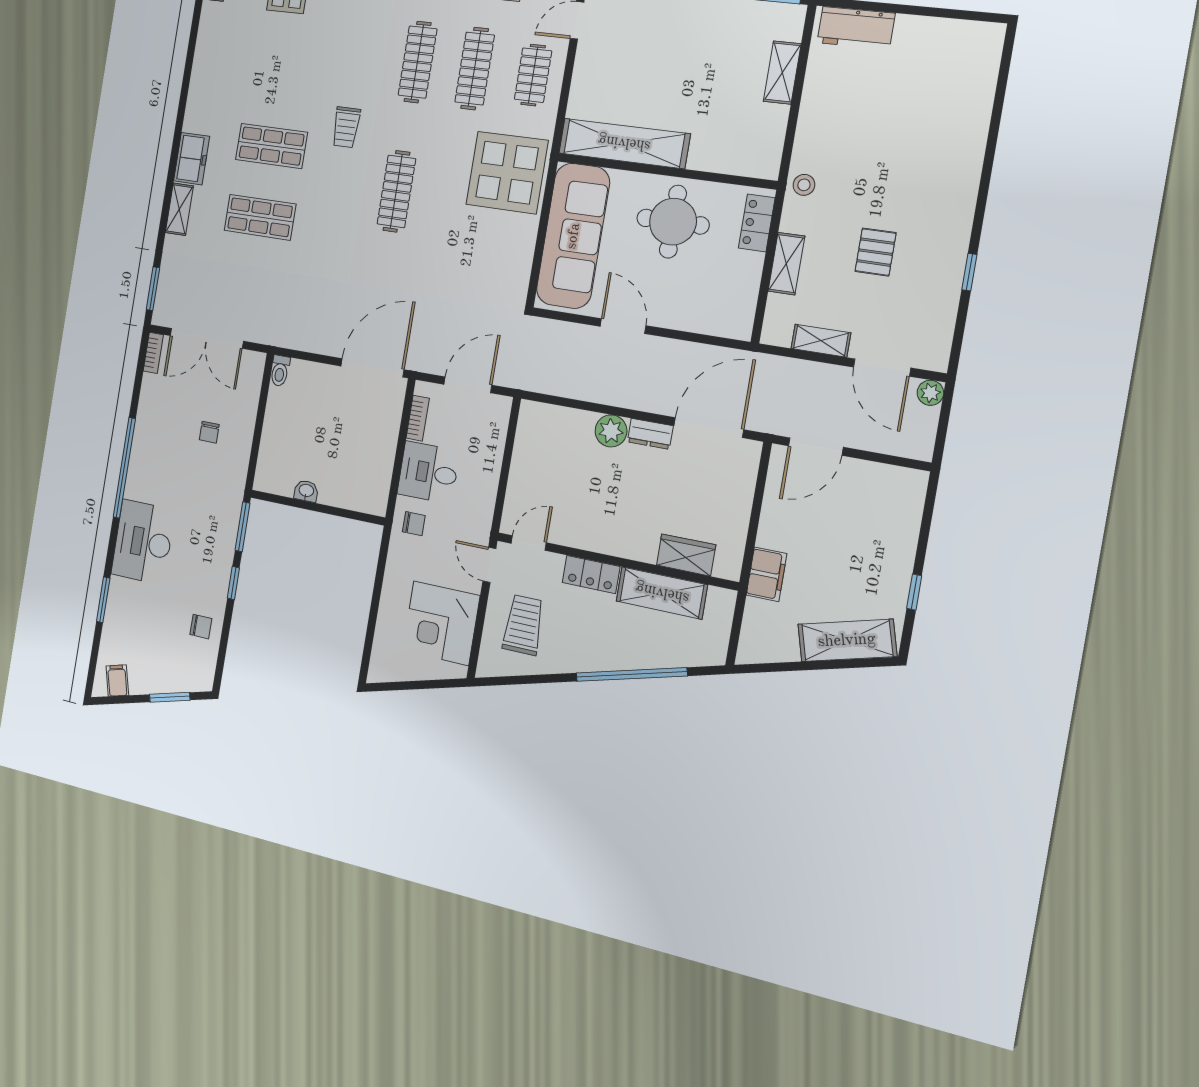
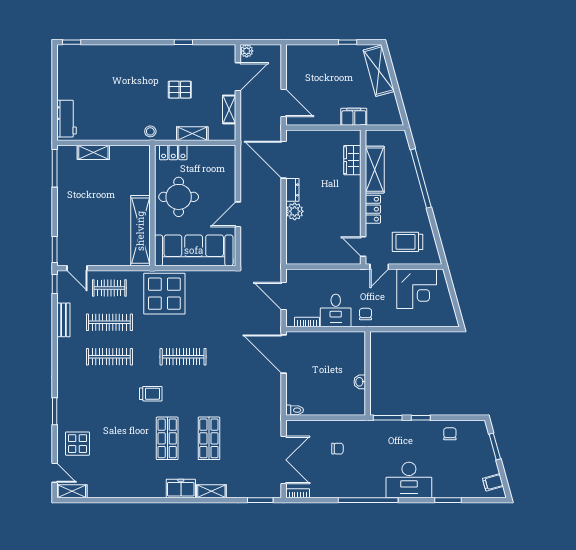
window: (1007, 53) -> (72, 42), added

